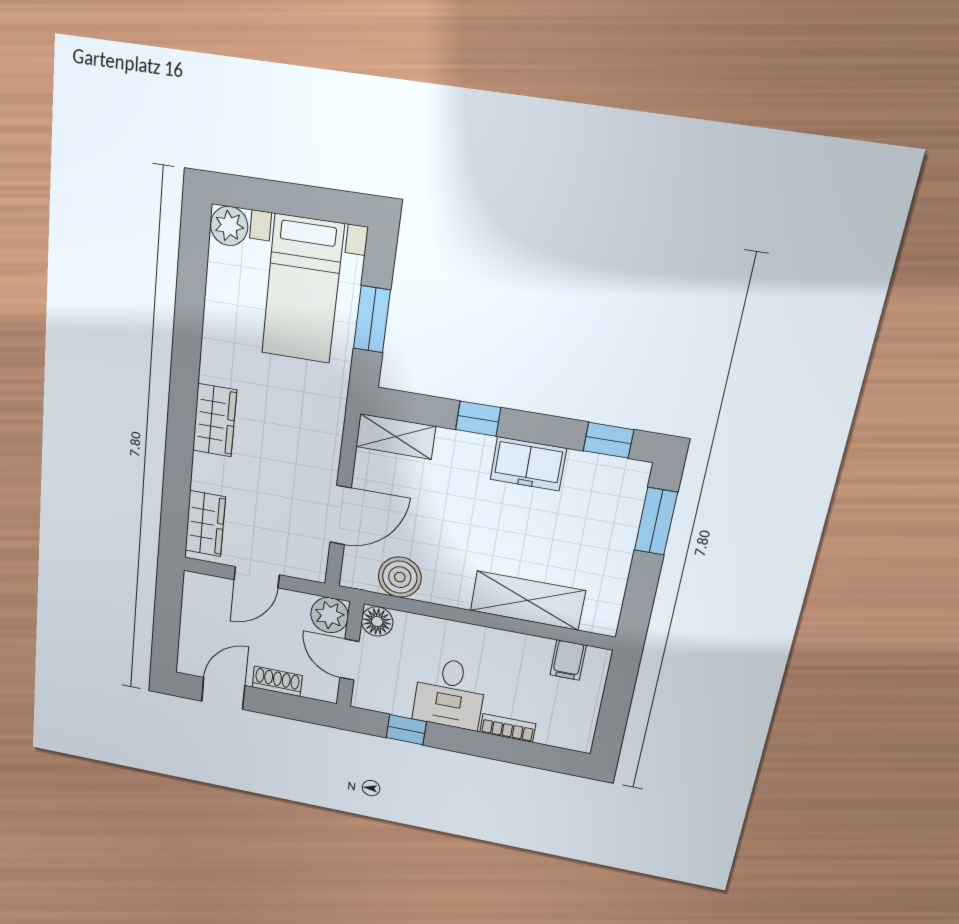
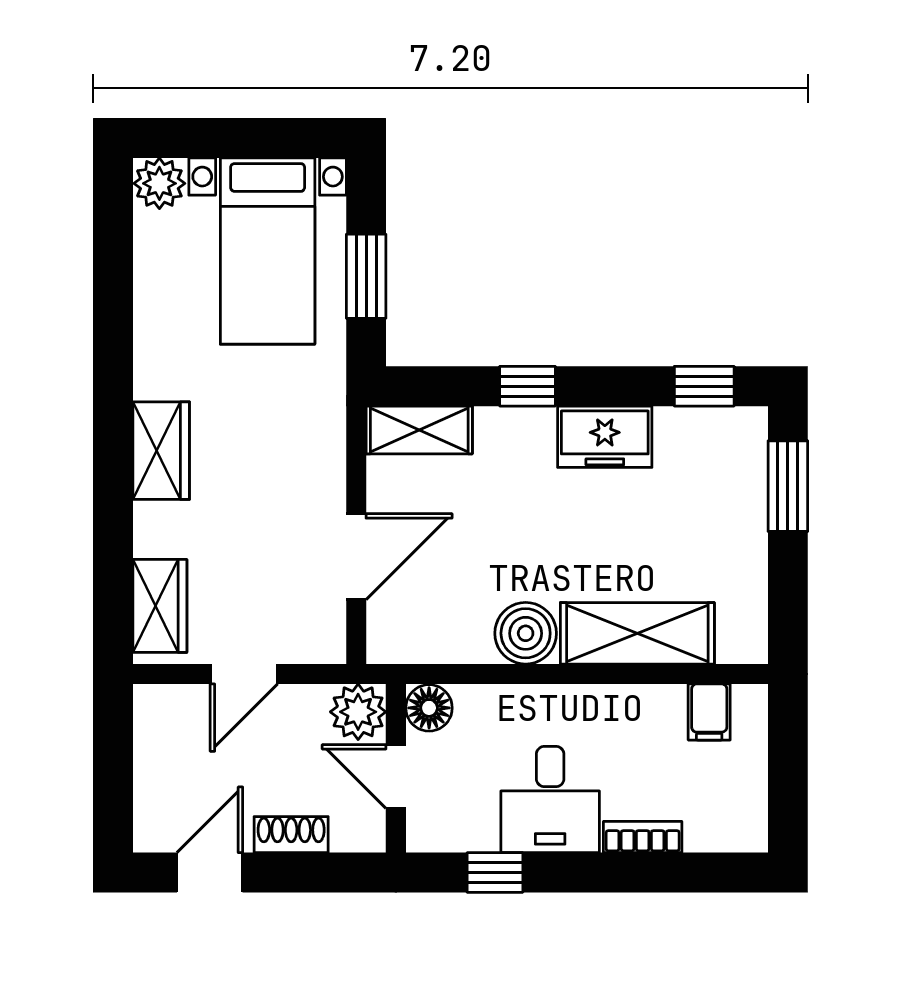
boiler: (400, 577) -> (526, 633), moved

